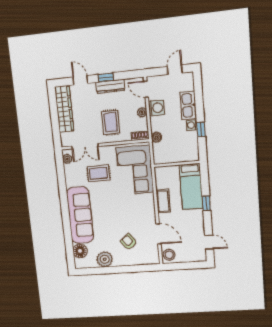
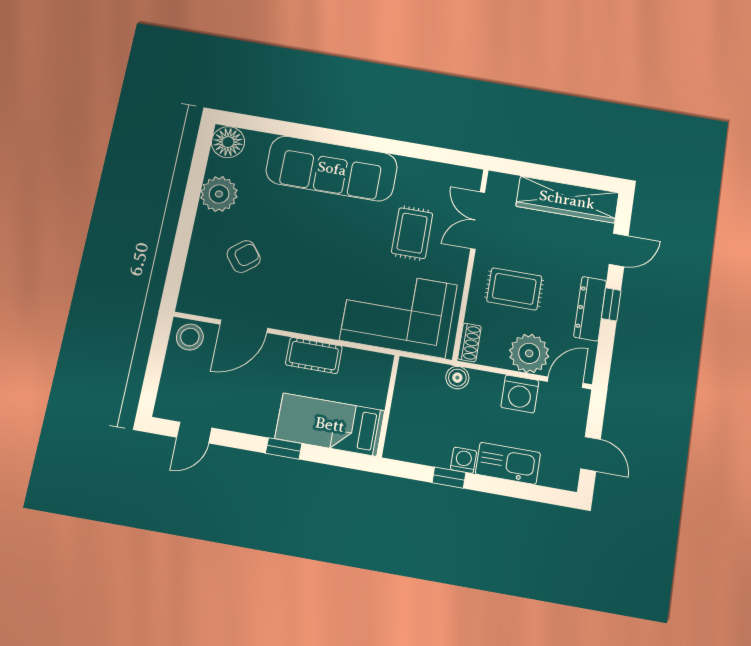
plant: (142, 112) -> (529, 353), width x1.88, depth x1.88
plant: (67, 159) -> (461, 176), removed
floor lamp: (80, 251) -> (228, 142), moved

